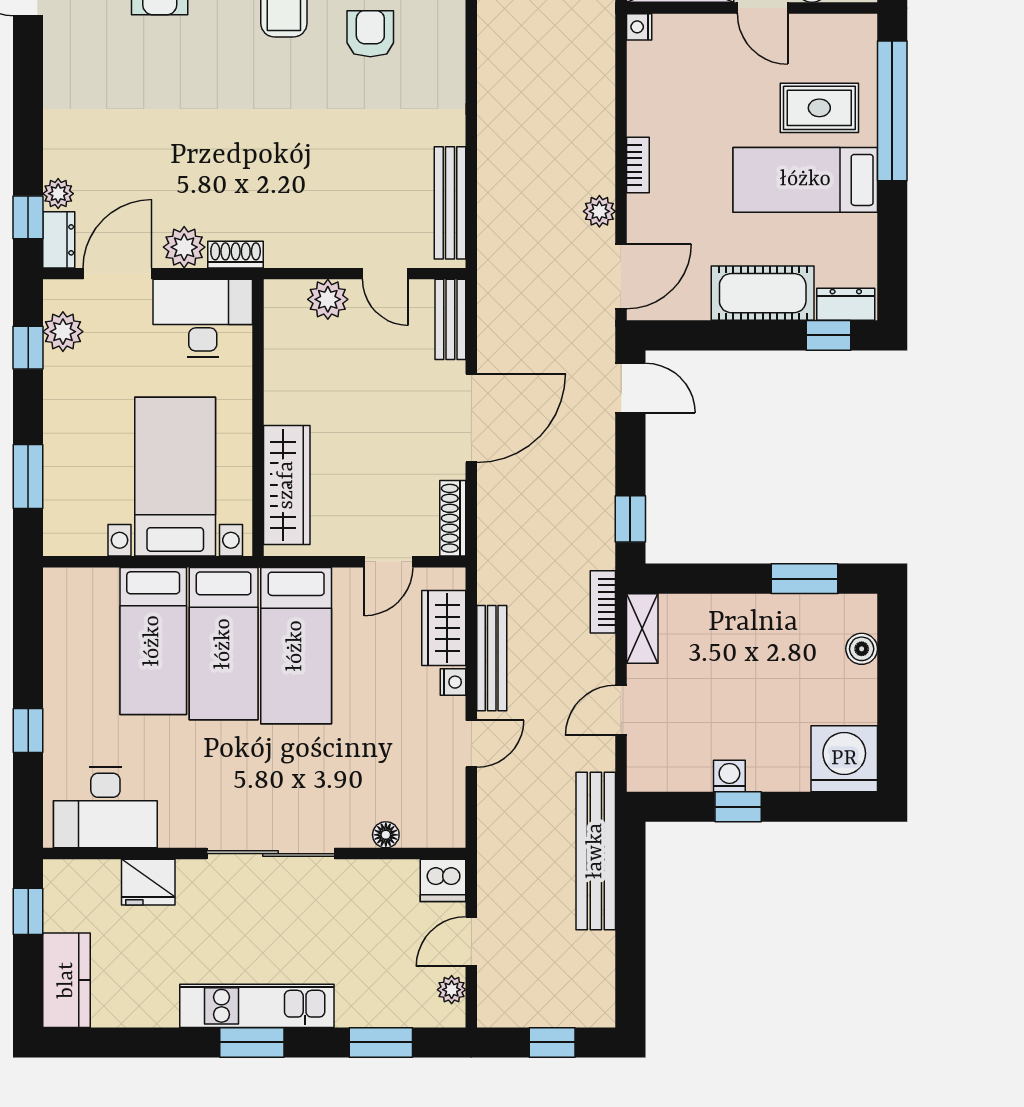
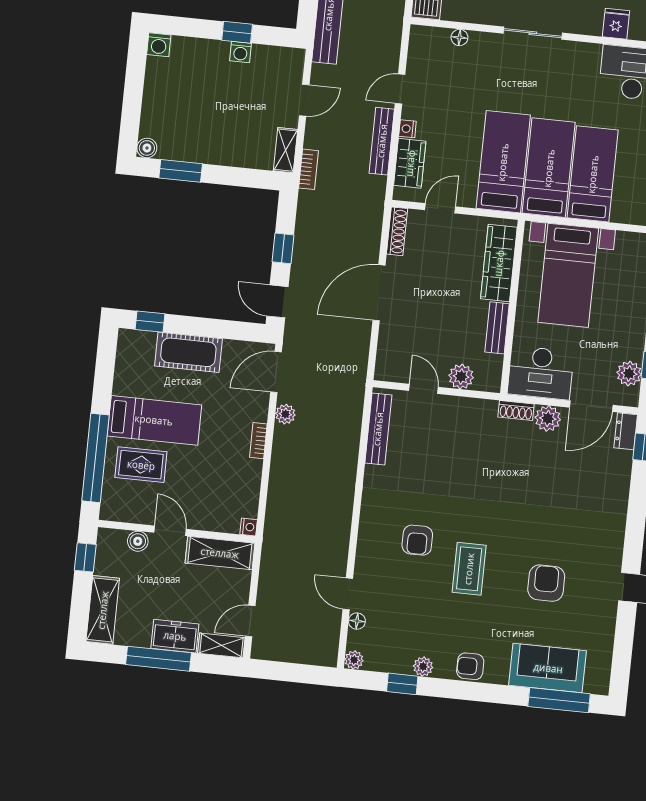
plant: (58, 194) -> (623, 460), removed
dresser: (846, 304) -> (137, 340), removed
bench: (450, 319) -> (497, 328), moved
window: (630, 519) -> (283, 248), moved
boiler: (862, 649) -> (147, 148), moved
washing machine: (844, 759) -> (159, 45), width x0.53, depth x0.53
sliding door: (271, 854) -> (533, 33), width x0.73
fridge: (148, 882) -> (616, 24), width x0.72

